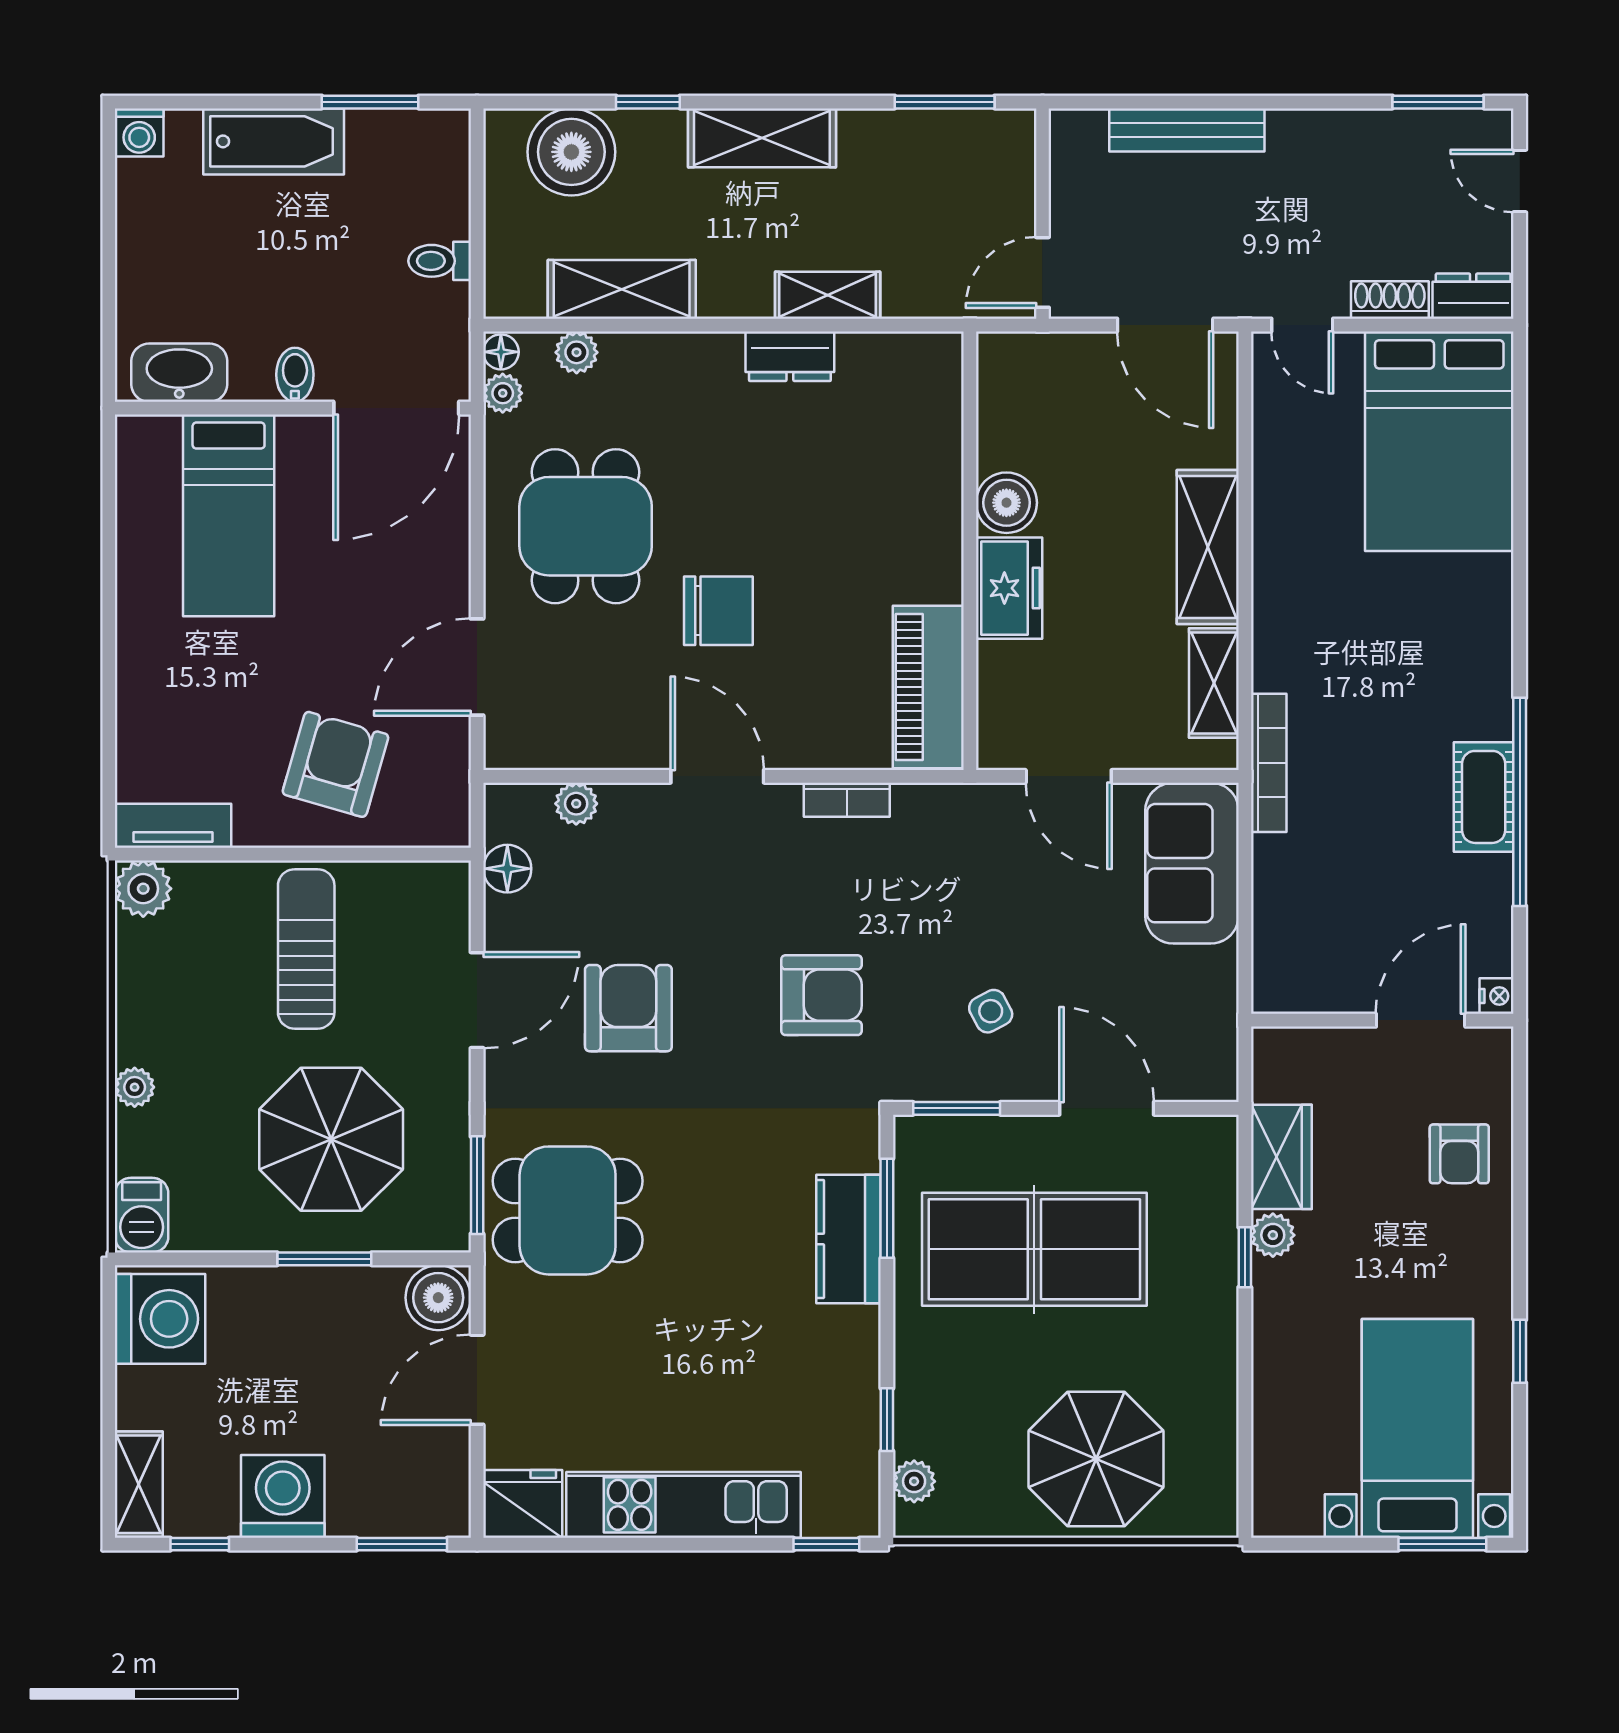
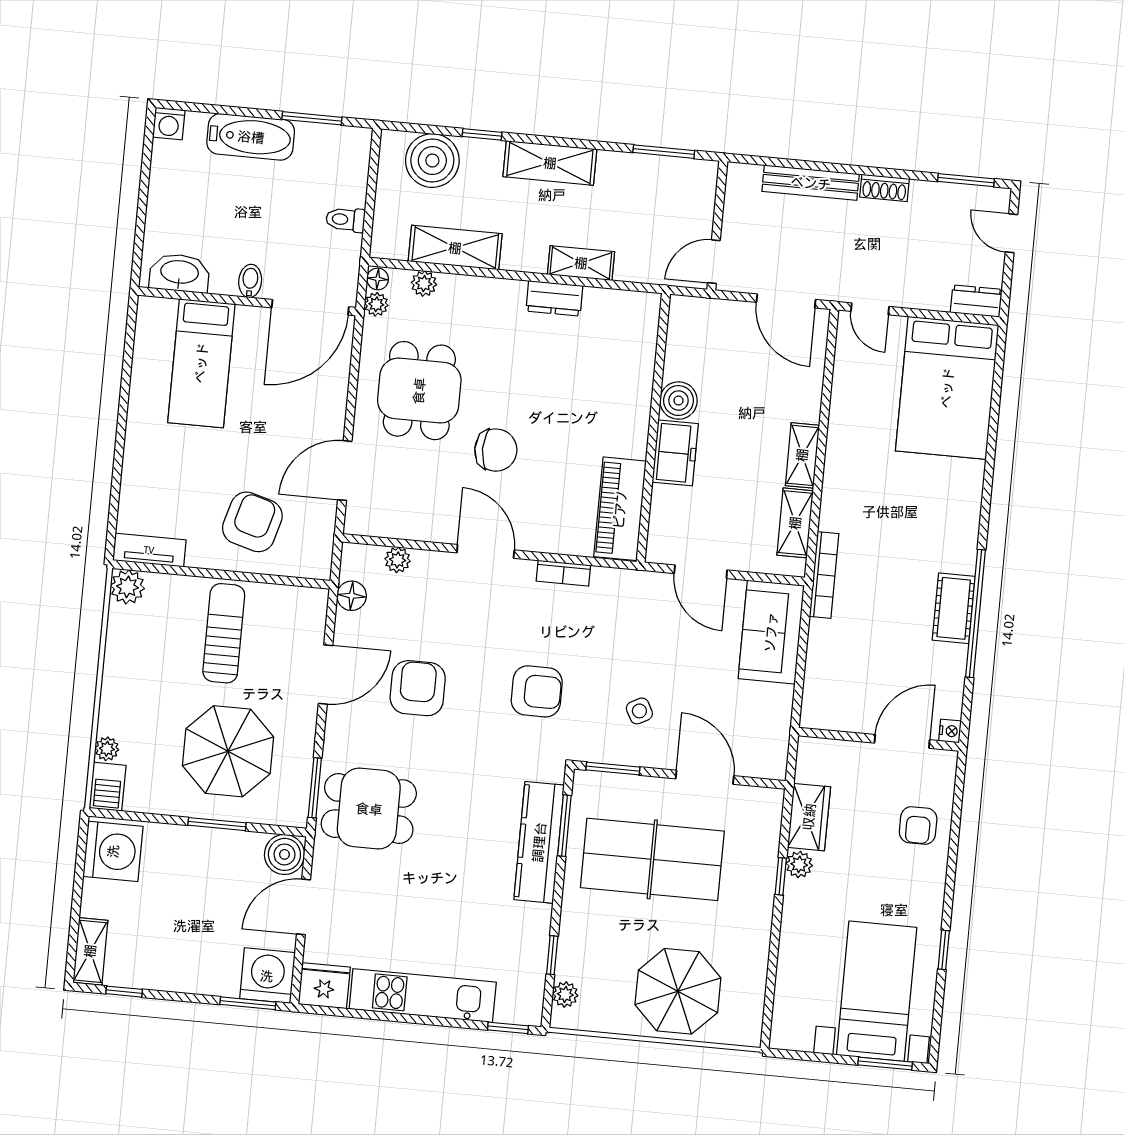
shoe rack: (1390, 300) -> (884, 188), moved, turned 180
shelving: (1208, 547) -> (802, 455), width x0.67, depth x0.75
plant: (135, 1087) -> (107, 749), moved
kitchen counter: (848, 1239) -> (539, 842), width x1.50
washing machine: (283, 1496) -> (267, 976), moved

